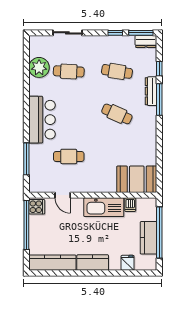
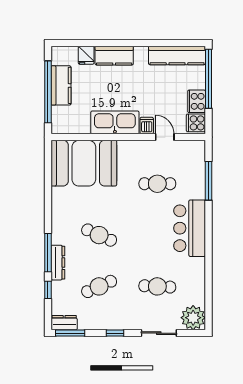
window: (115, 33) -> (115, 333), moved
plant: (39, 67) -> (193, 318), moved
cafe table: (117, 71) -> (99, 286), turned -33
booth: (137, 179) -> (84, 163), width x1.36, depth x1.42
dishwasher: (130, 205) -> (147, 126), moved
window: (26, 225) -> (208, 79), moved
cooker: (36, 225) -> (197, 101), added
kitchen counter: (93, 263) -> (114, 56), moved

